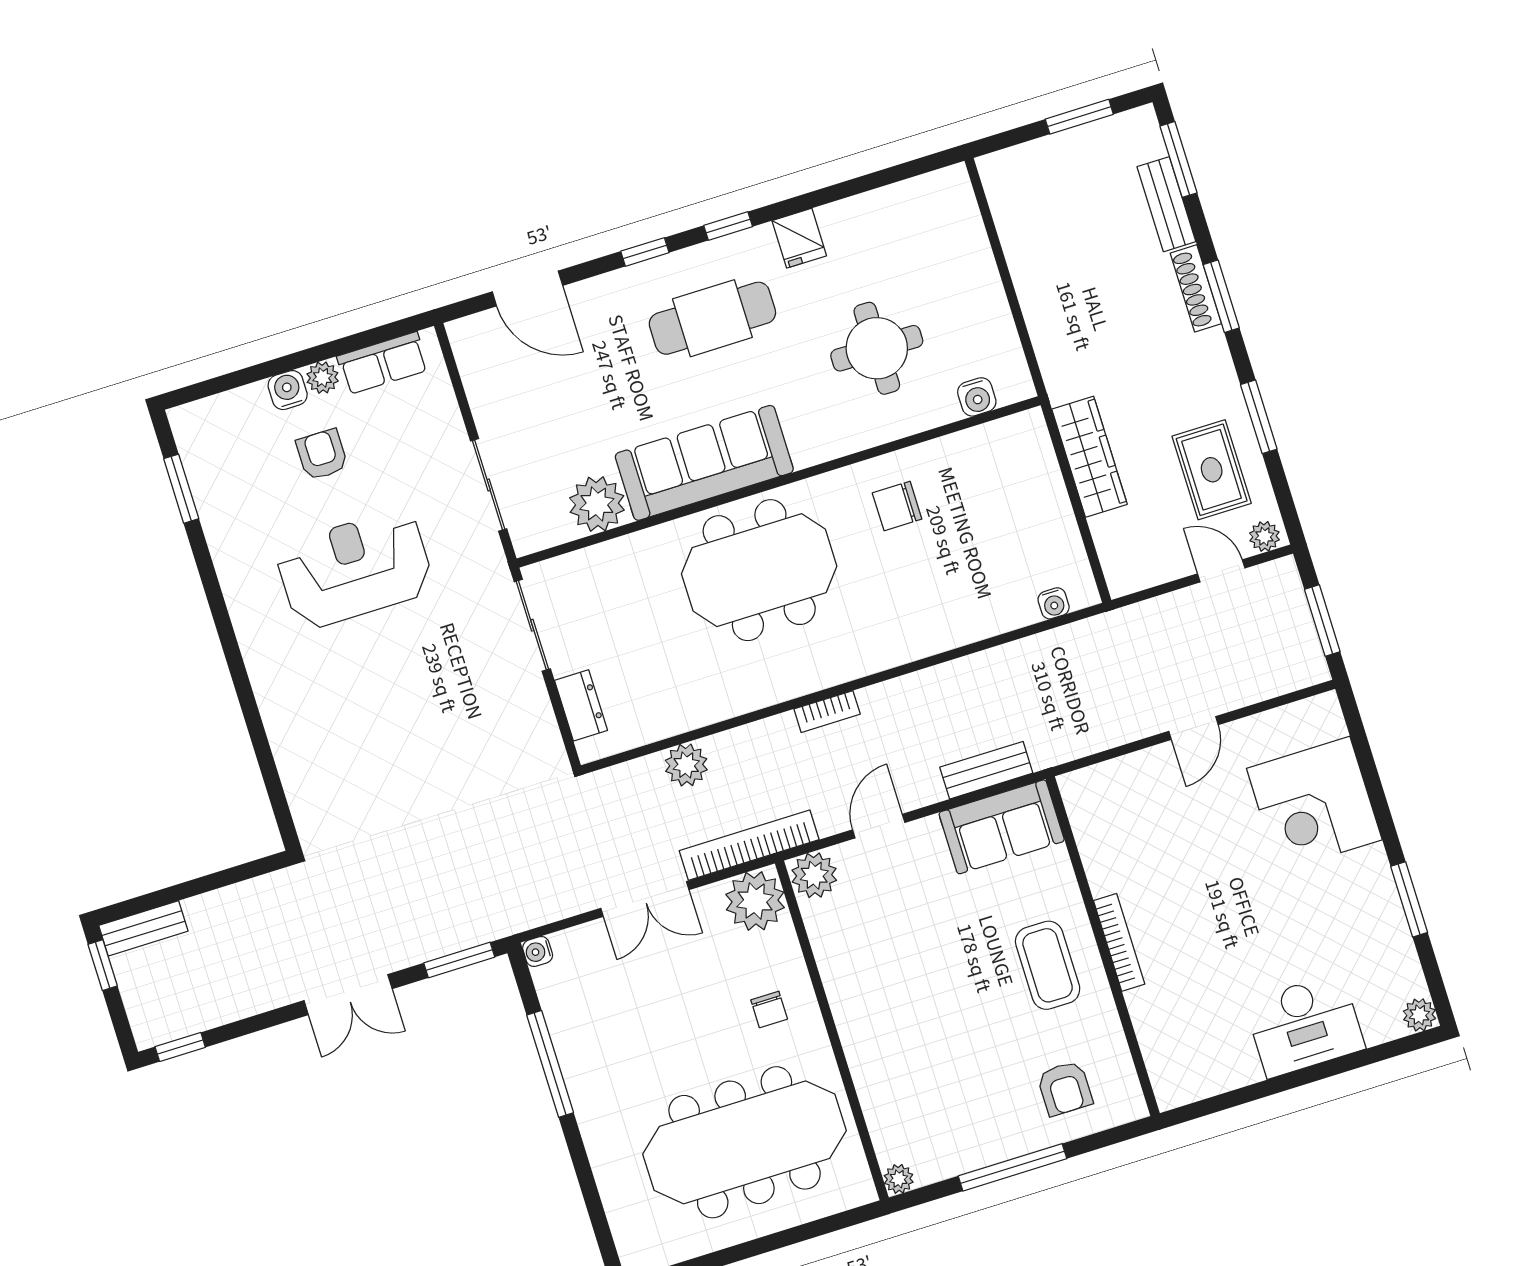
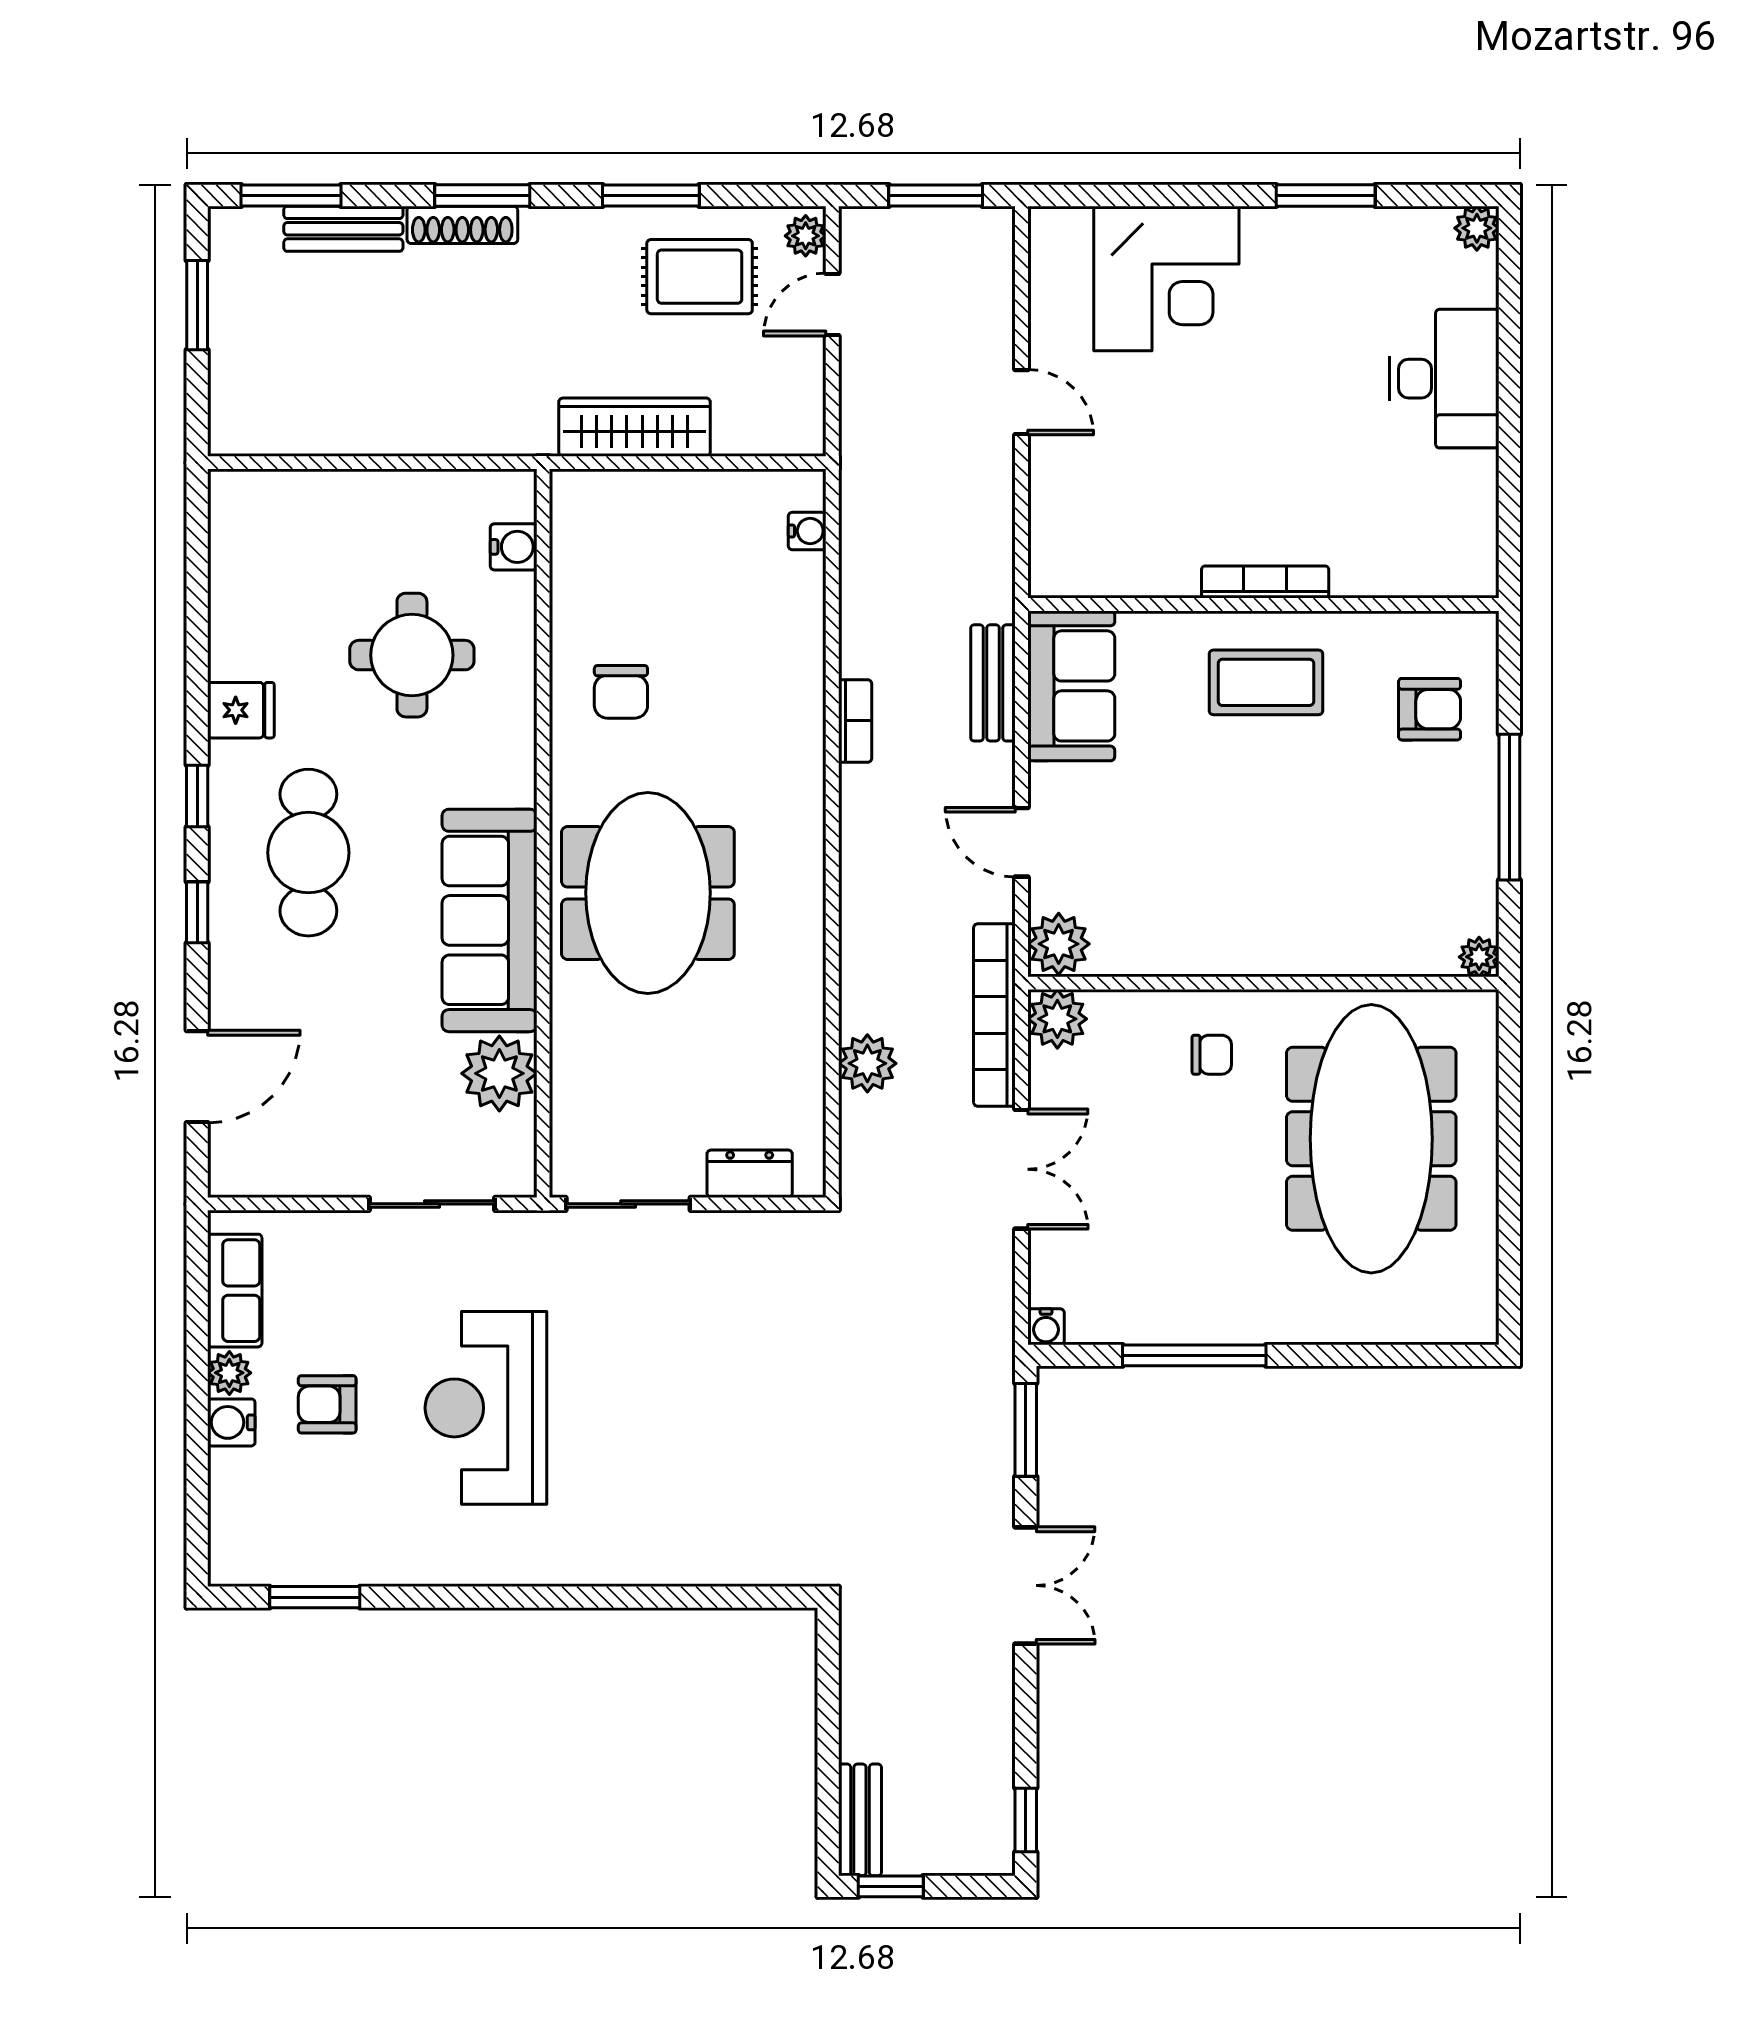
bookcase: (827, 712) -> (855, 721), moved
plant: (755, 901) -> (1057, 1019), width x0.73, depth x0.73

